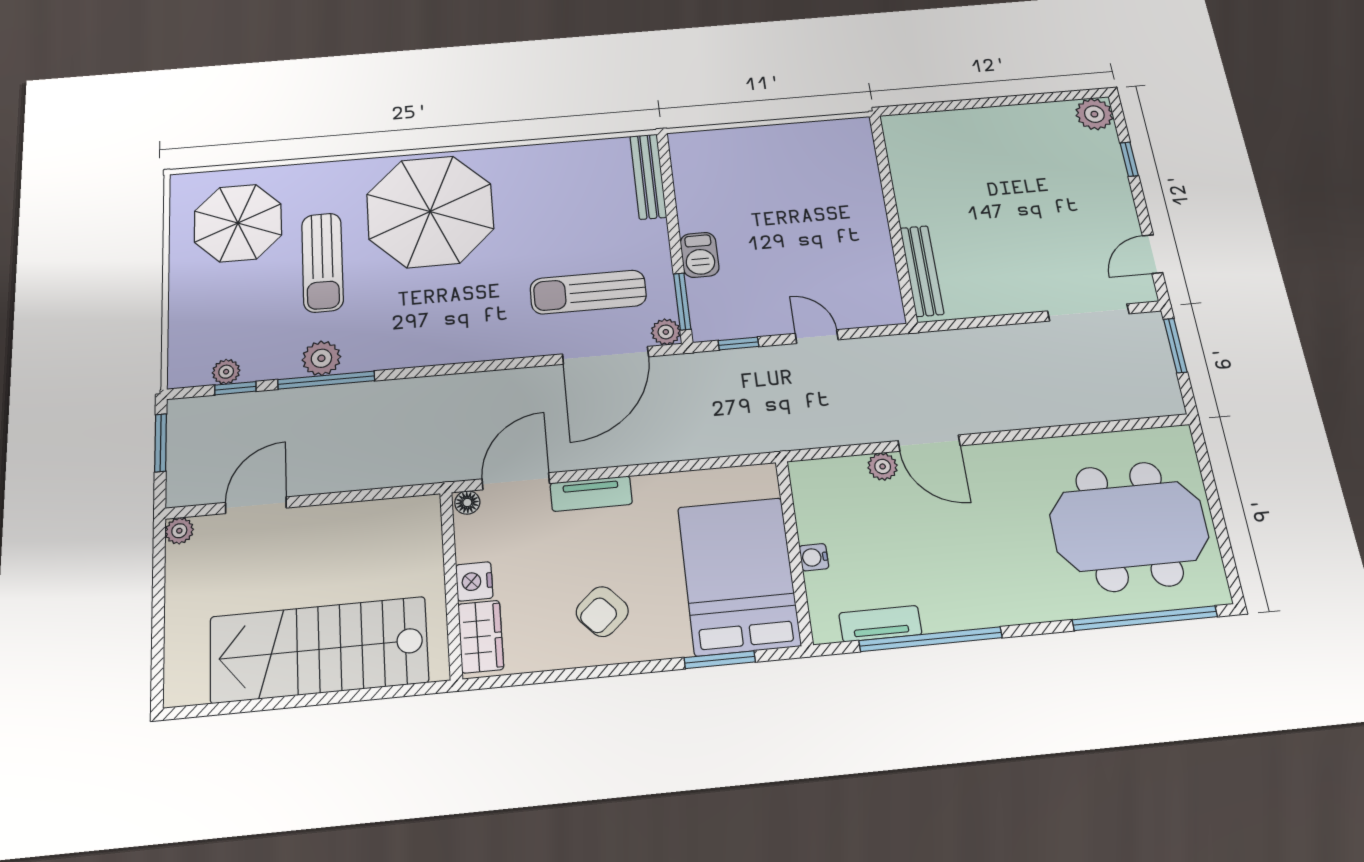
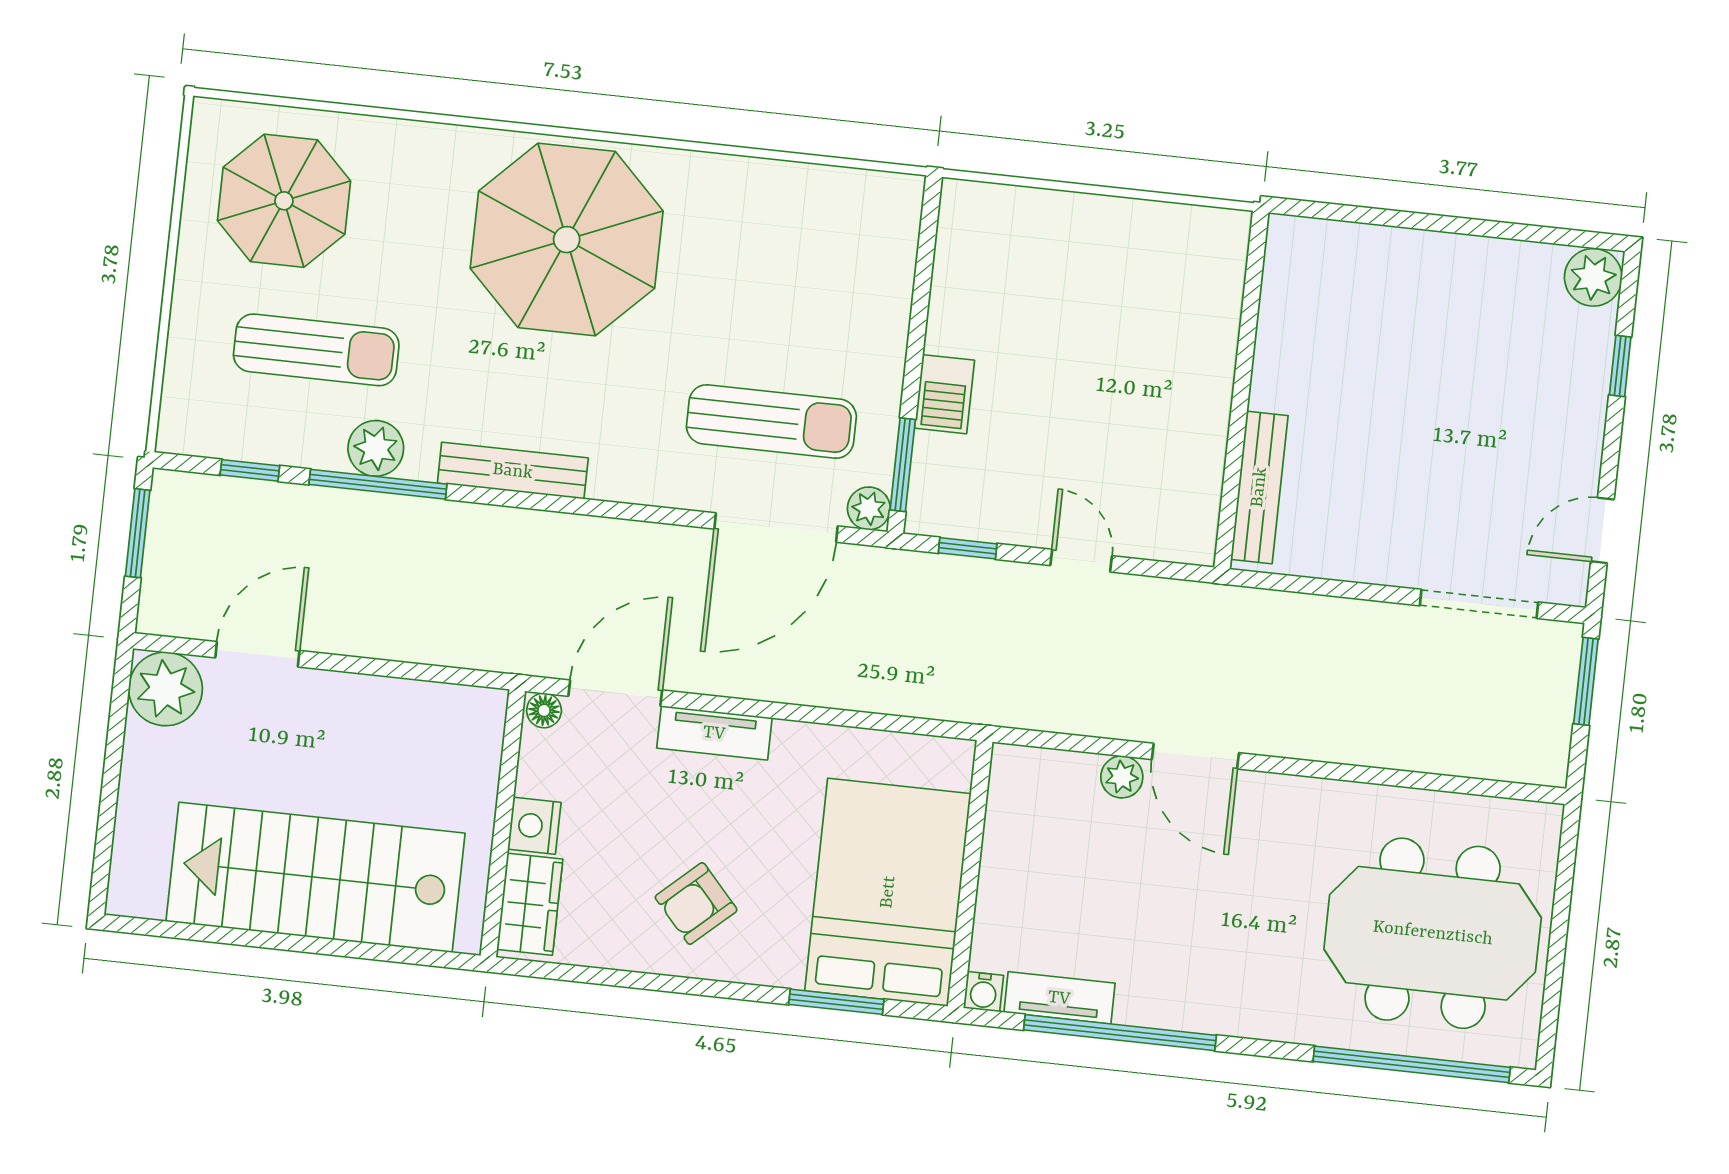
bench: (648, 176) -> (513, 471), moved, turned 90
sun lounger: (322, 262) -> (316, 350), moved, turned -90
sun lounger: (588, 292) -> (771, 421), turned 180
plant: (226, 372) -> (240, 442), removed
plant: (179, 531) -> (165, 689), width x1.87, depth x1.87
water cooler: (814, 557) -> (983, 992), moved, turned -90

